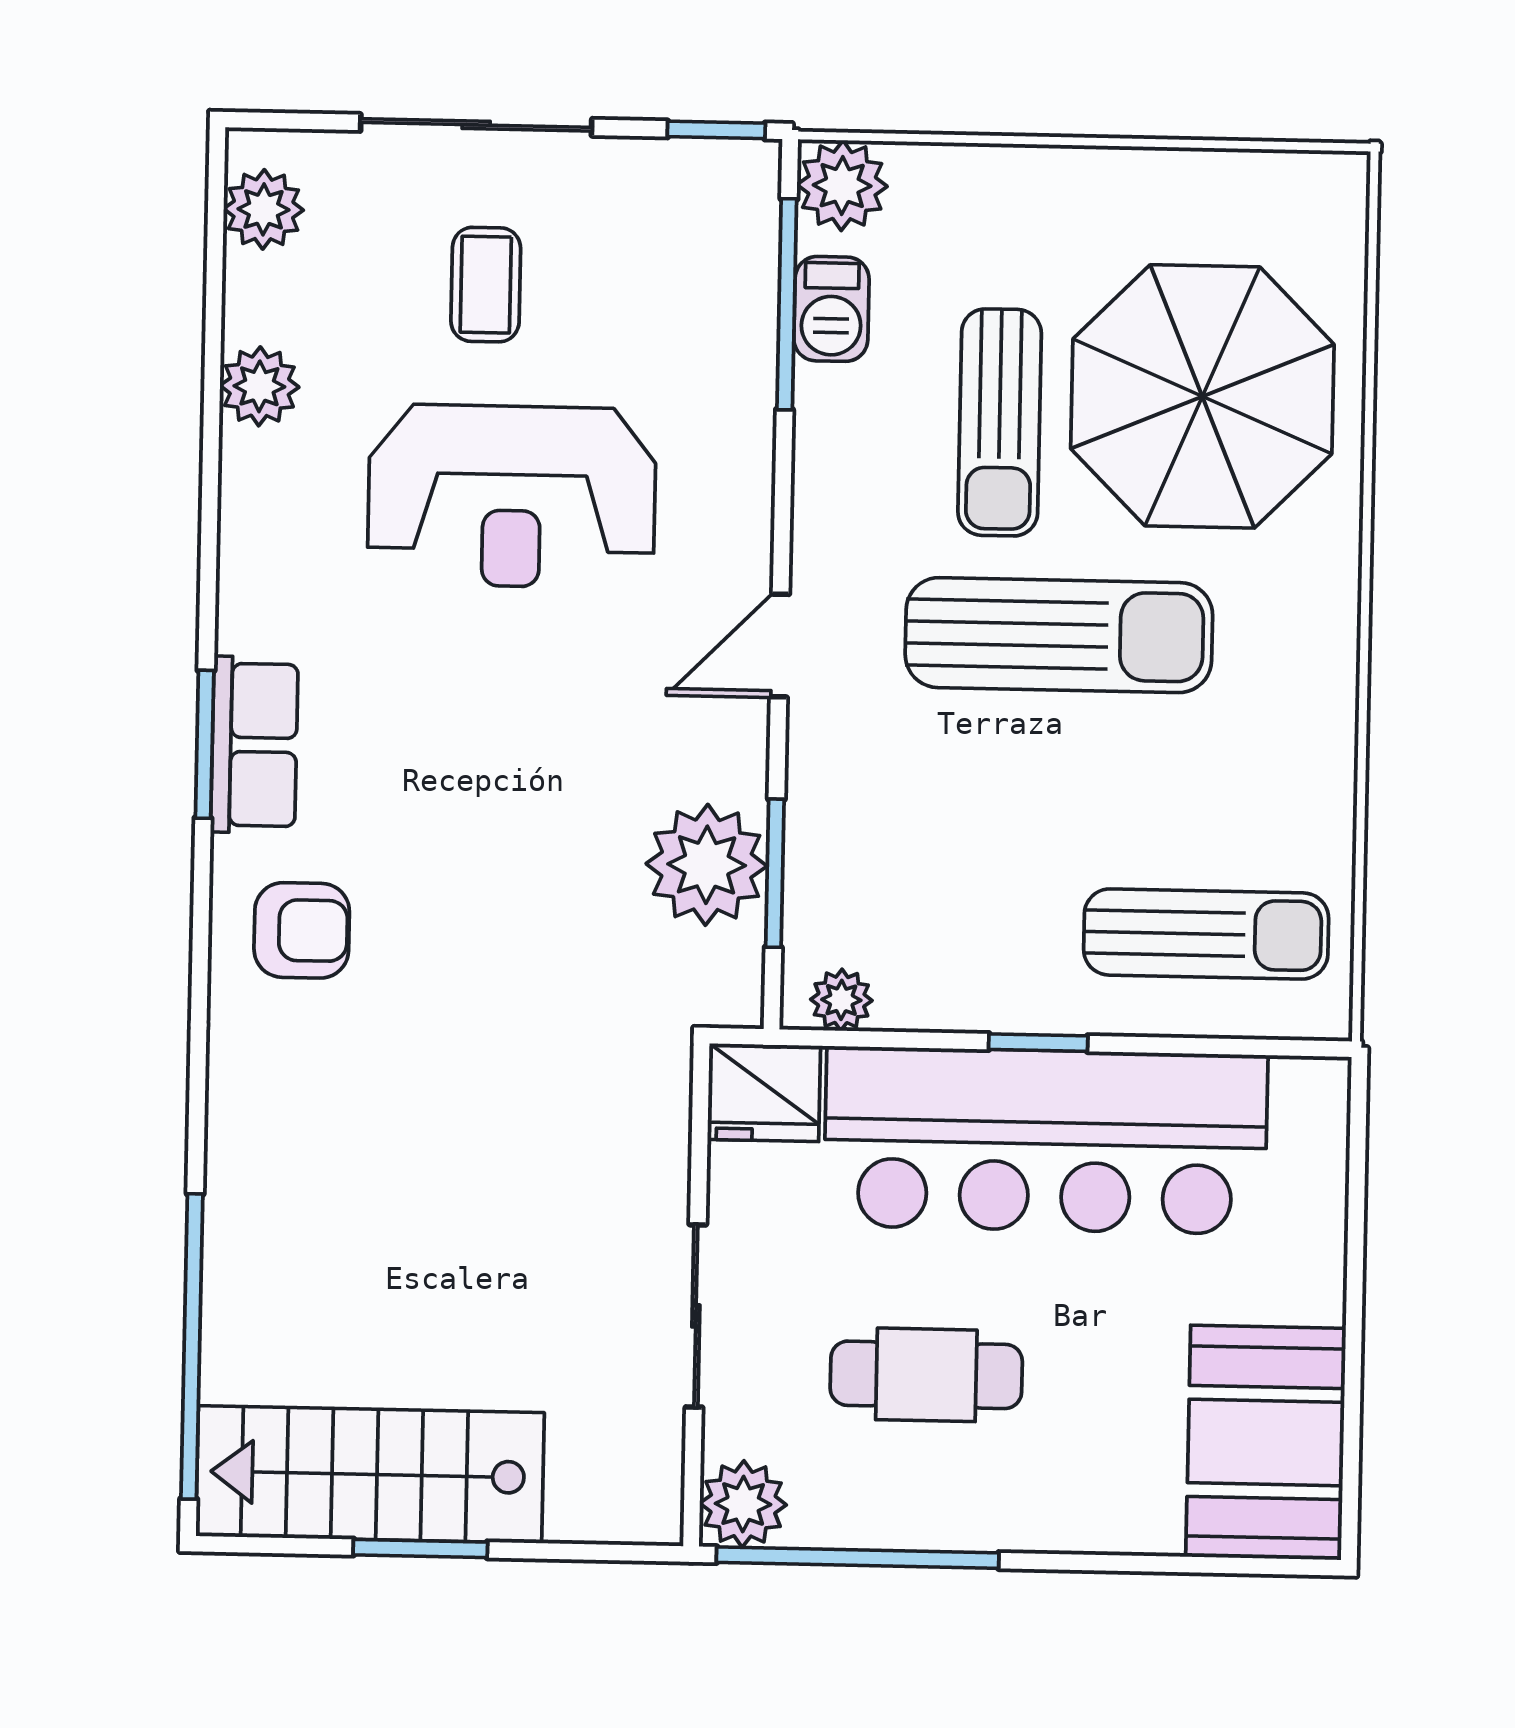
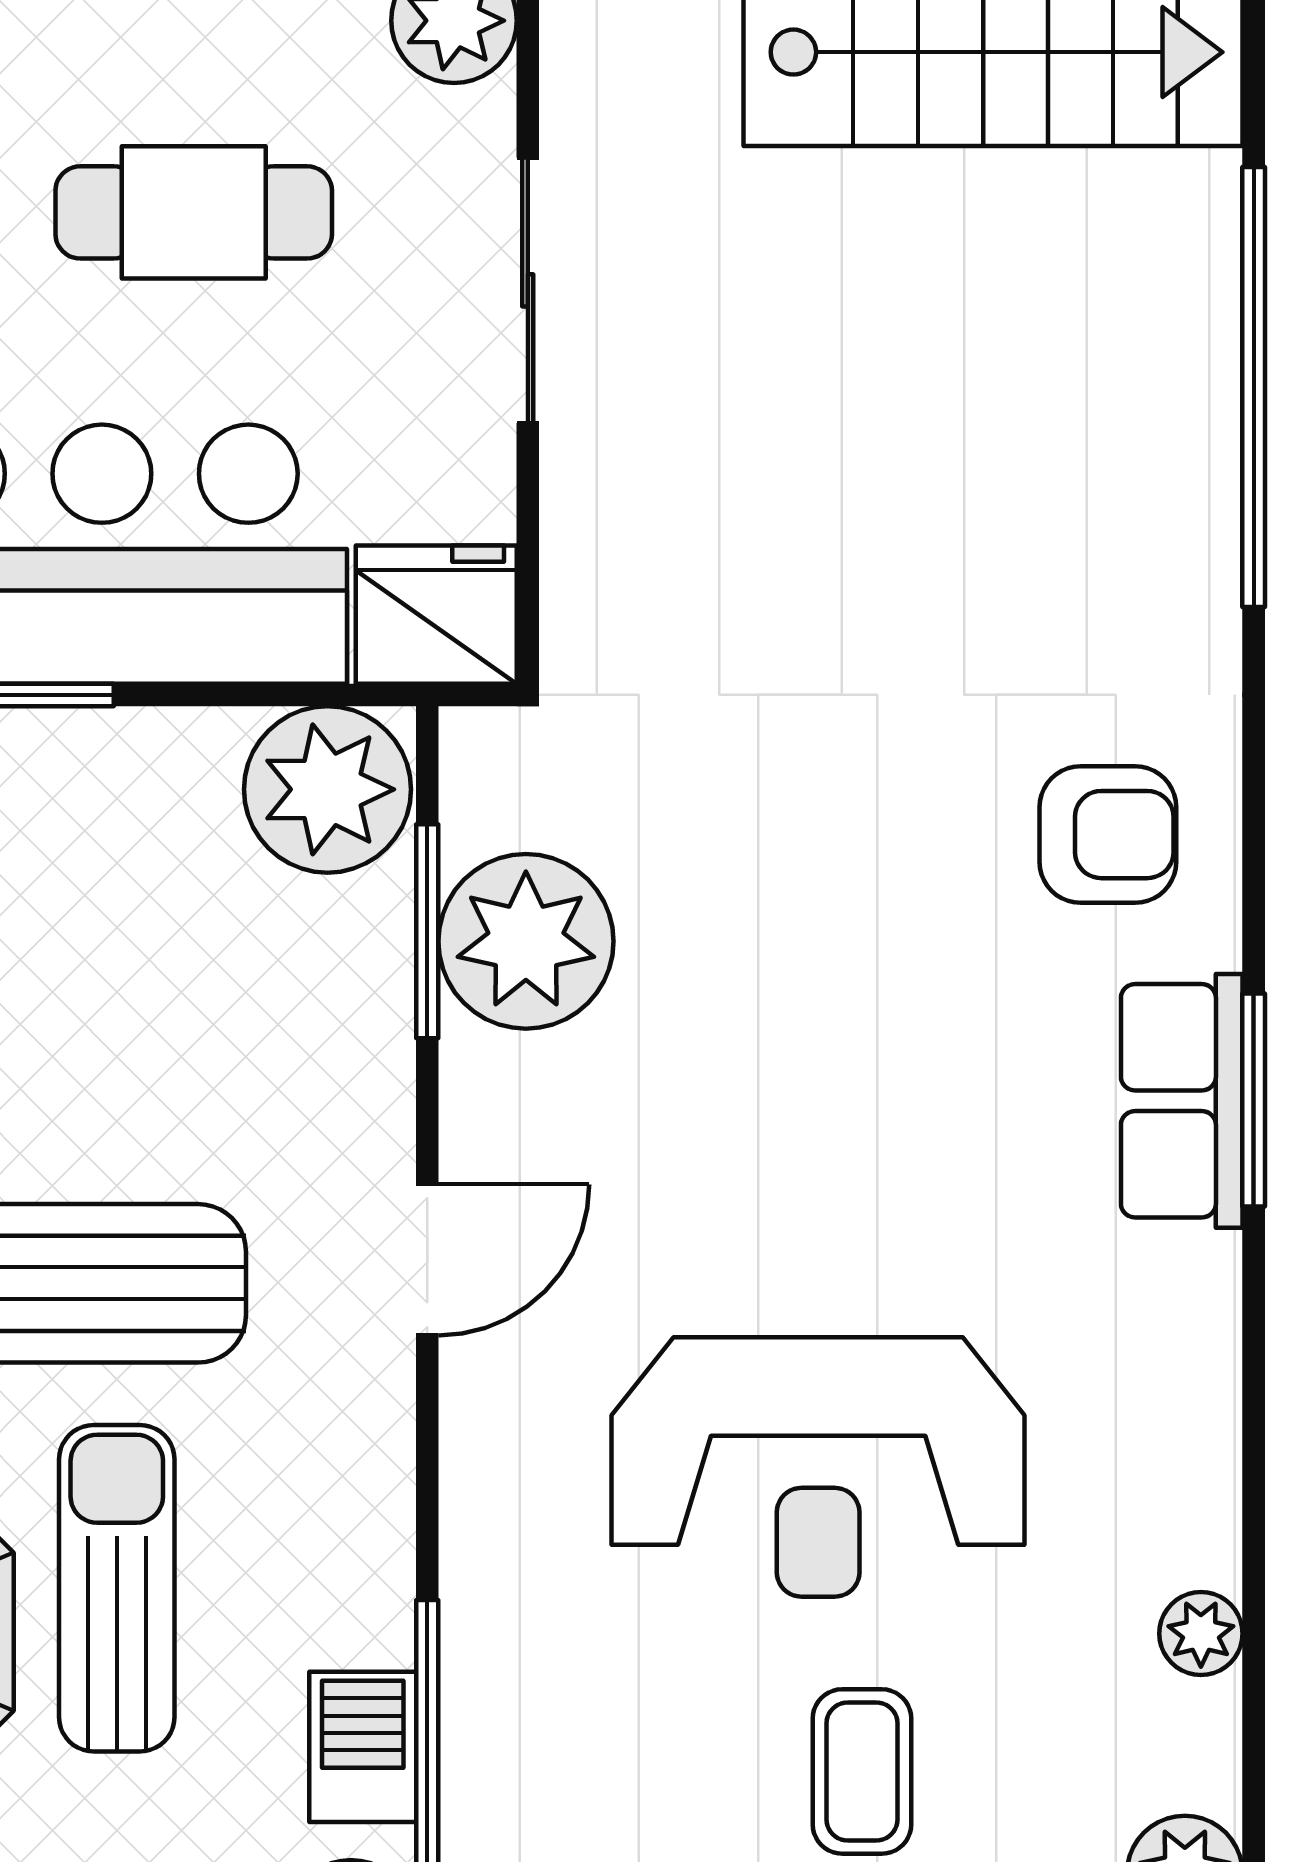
plant: (259, 386) -> (1201, 1634), width x0.73, depth x0.73
reception desk: (512, 496) -> (818, 1467), turned 180
armchair: (302, 930) -> (1108, 835), turned 180
plant: (841, 1000) -> (328, 789), width x1.87, depth x1.87
window: (192, 1346) -> (1254, 387), moved

